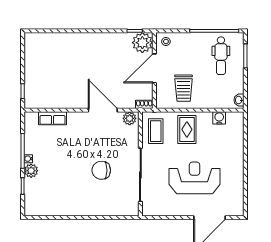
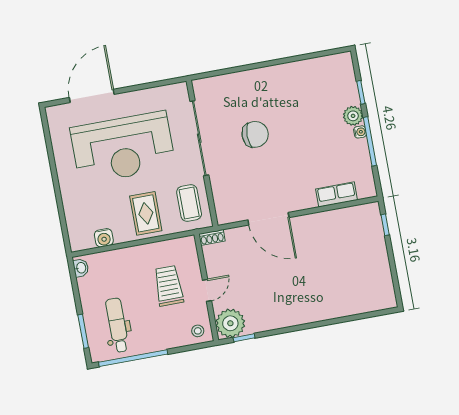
door: (154, 68) -> (207, 290), width x0.53
trolley: (184, 88) -> (169, 286), moved
plant: (130, 118) -> (229, 214), removed
reception desk: (195, 178) -> (123, 148), width x1.36, depth x1.30

